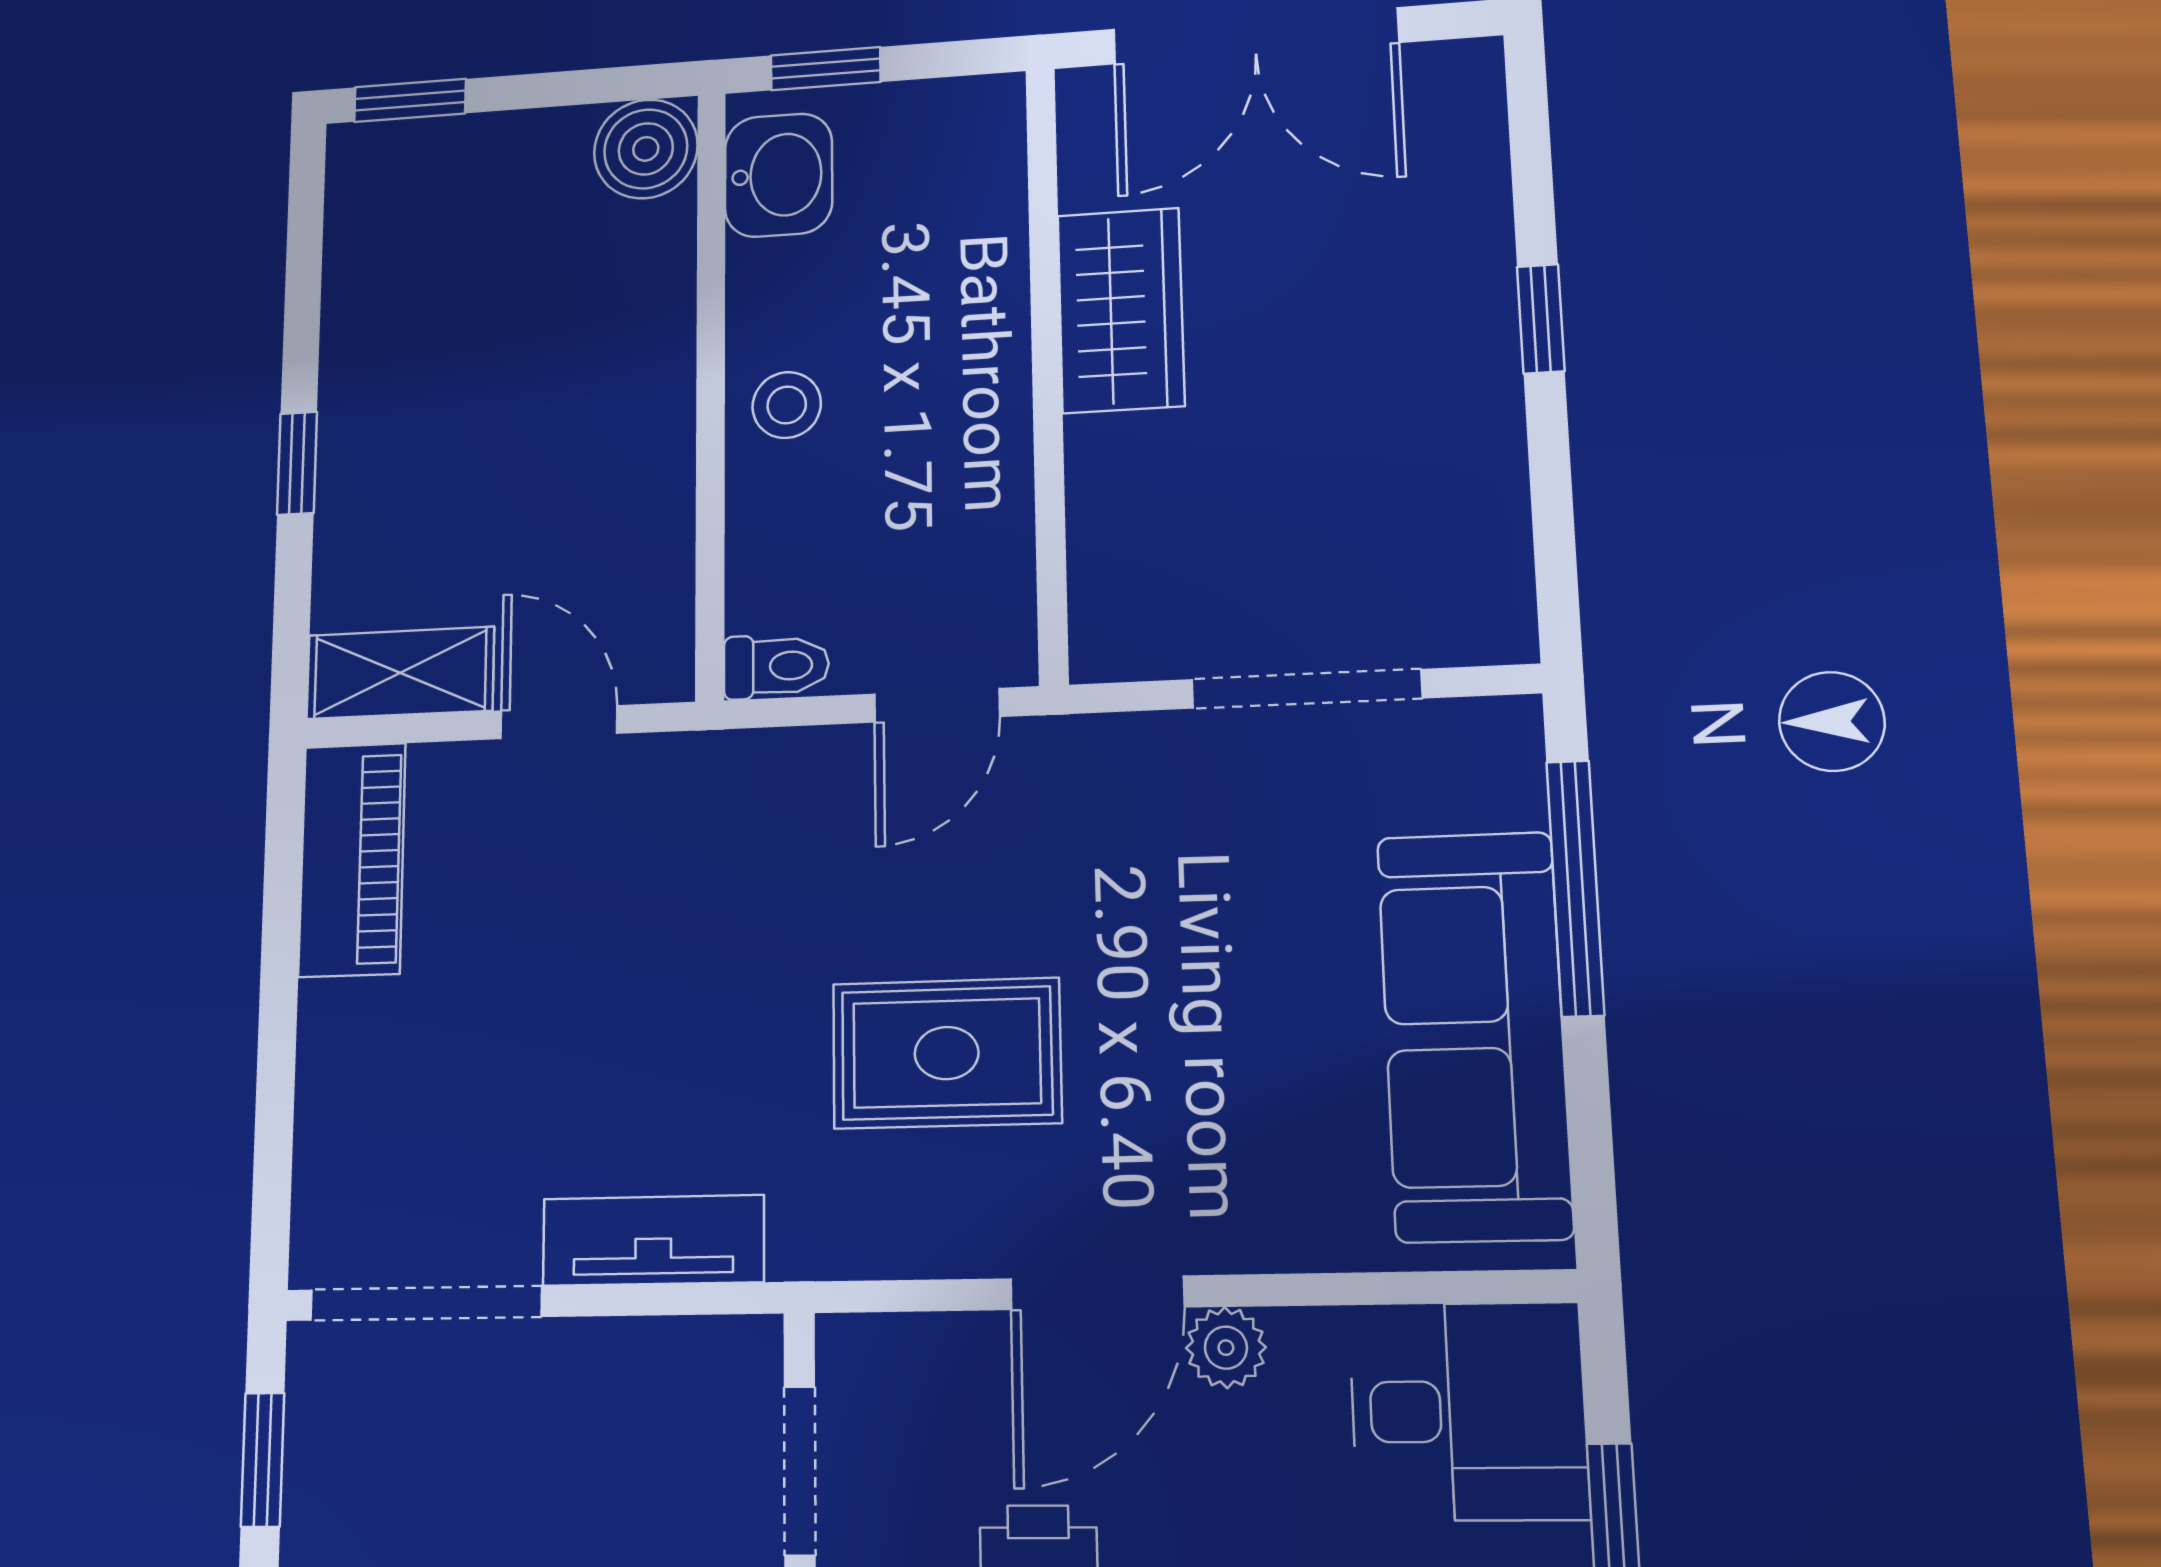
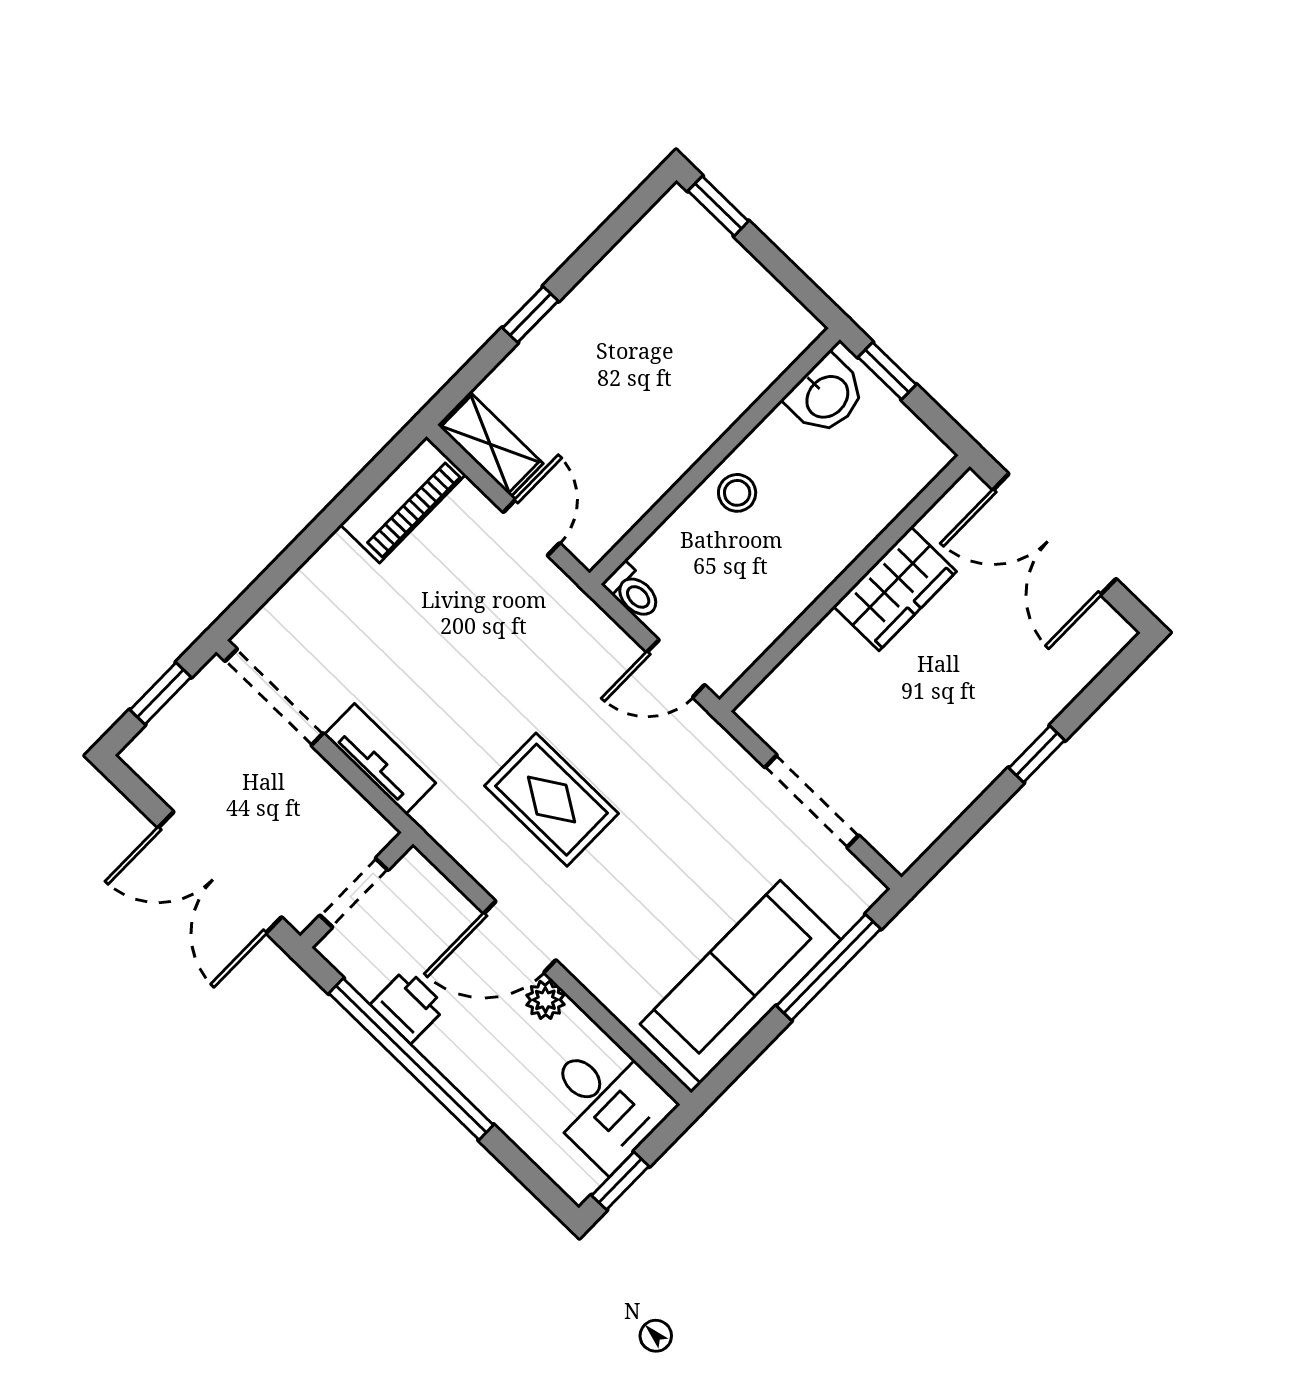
boiler: (646, 149) -> (788, 329), removed

